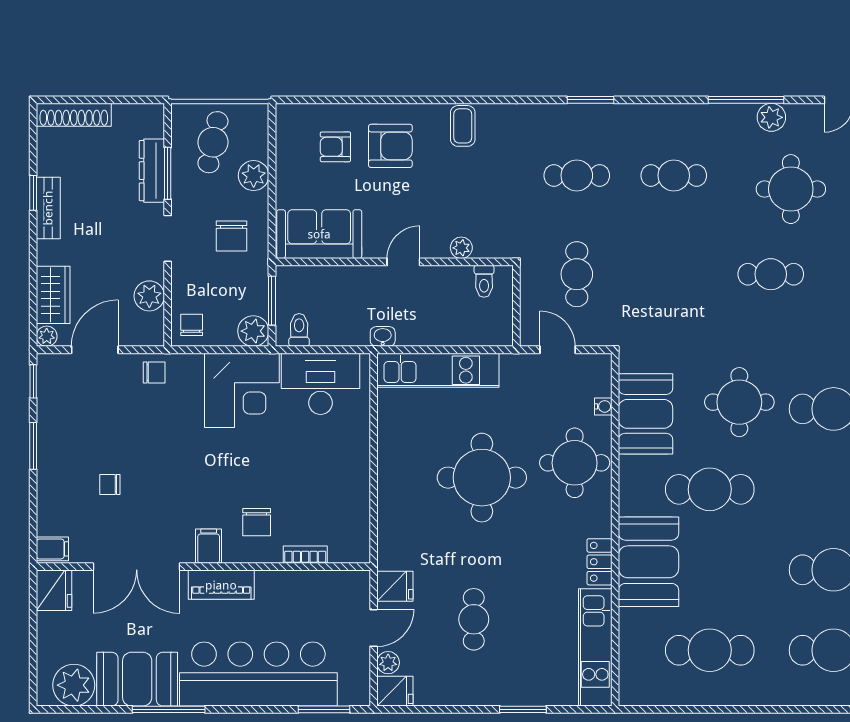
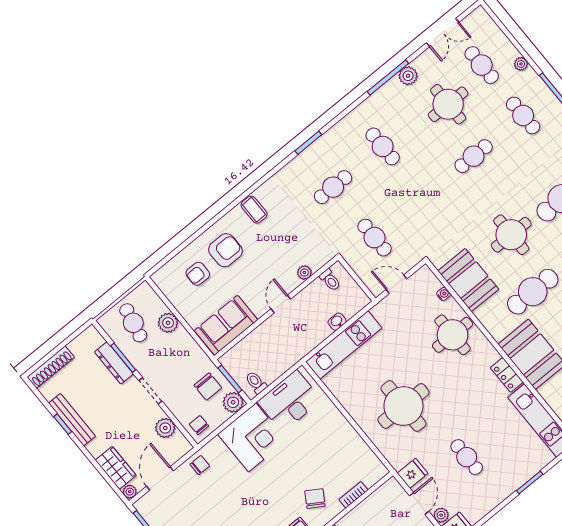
cafe table: (674, 175) -> (383, 146), turned 90
bench: (48, 208) -> (72, 420), width x1.36
chair: (231, 236) -> (208, 387), moved
washbasin: (383, 336) -> (337, 322), moved
round table: (482, 478) -> (403, 406), moved
chair: (257, 522) -> (315, 499), turned -148

